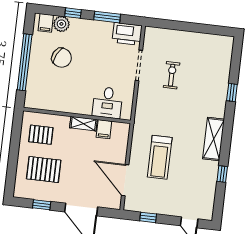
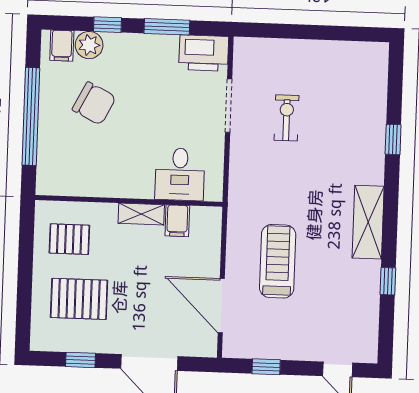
treadmill: (160, 157) -> (278, 261), turned 180

